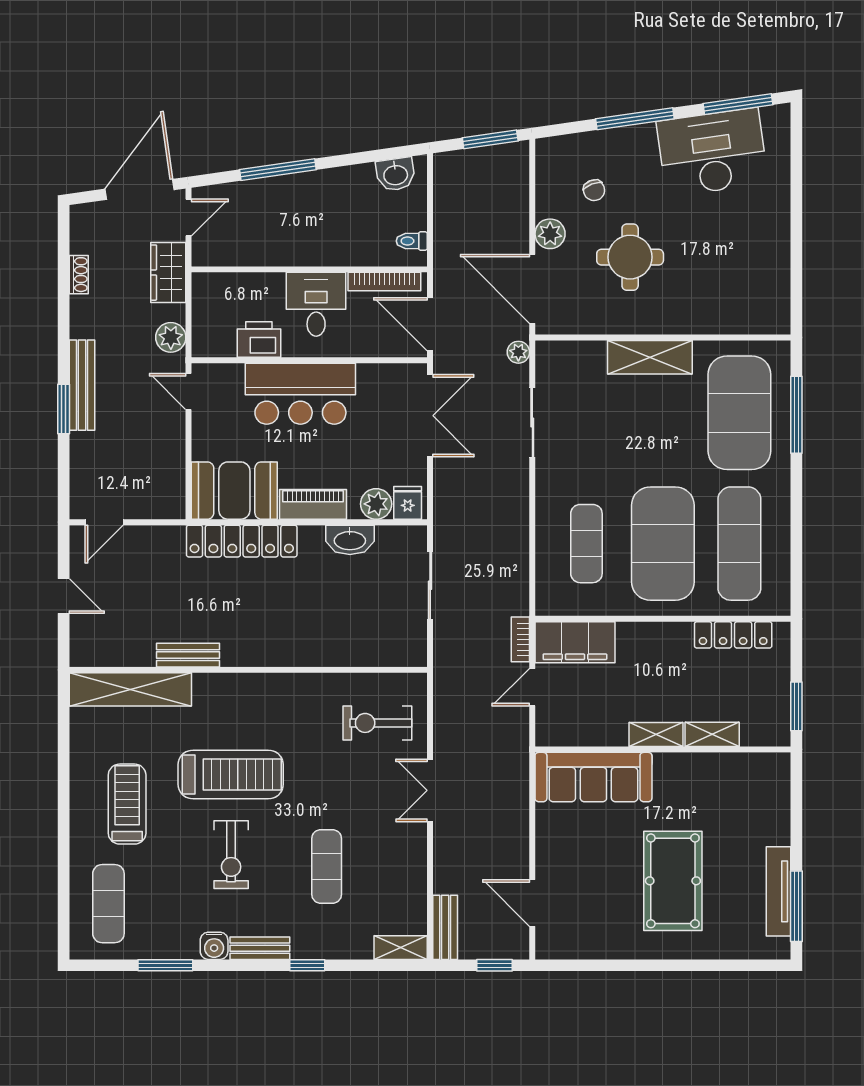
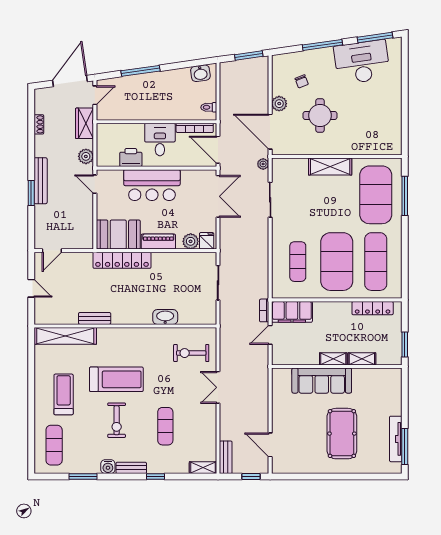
washbasin: (350, 540) -> (165, 317), moved, turned 180
sofa: (593, 777) -> (322, 381), moved

